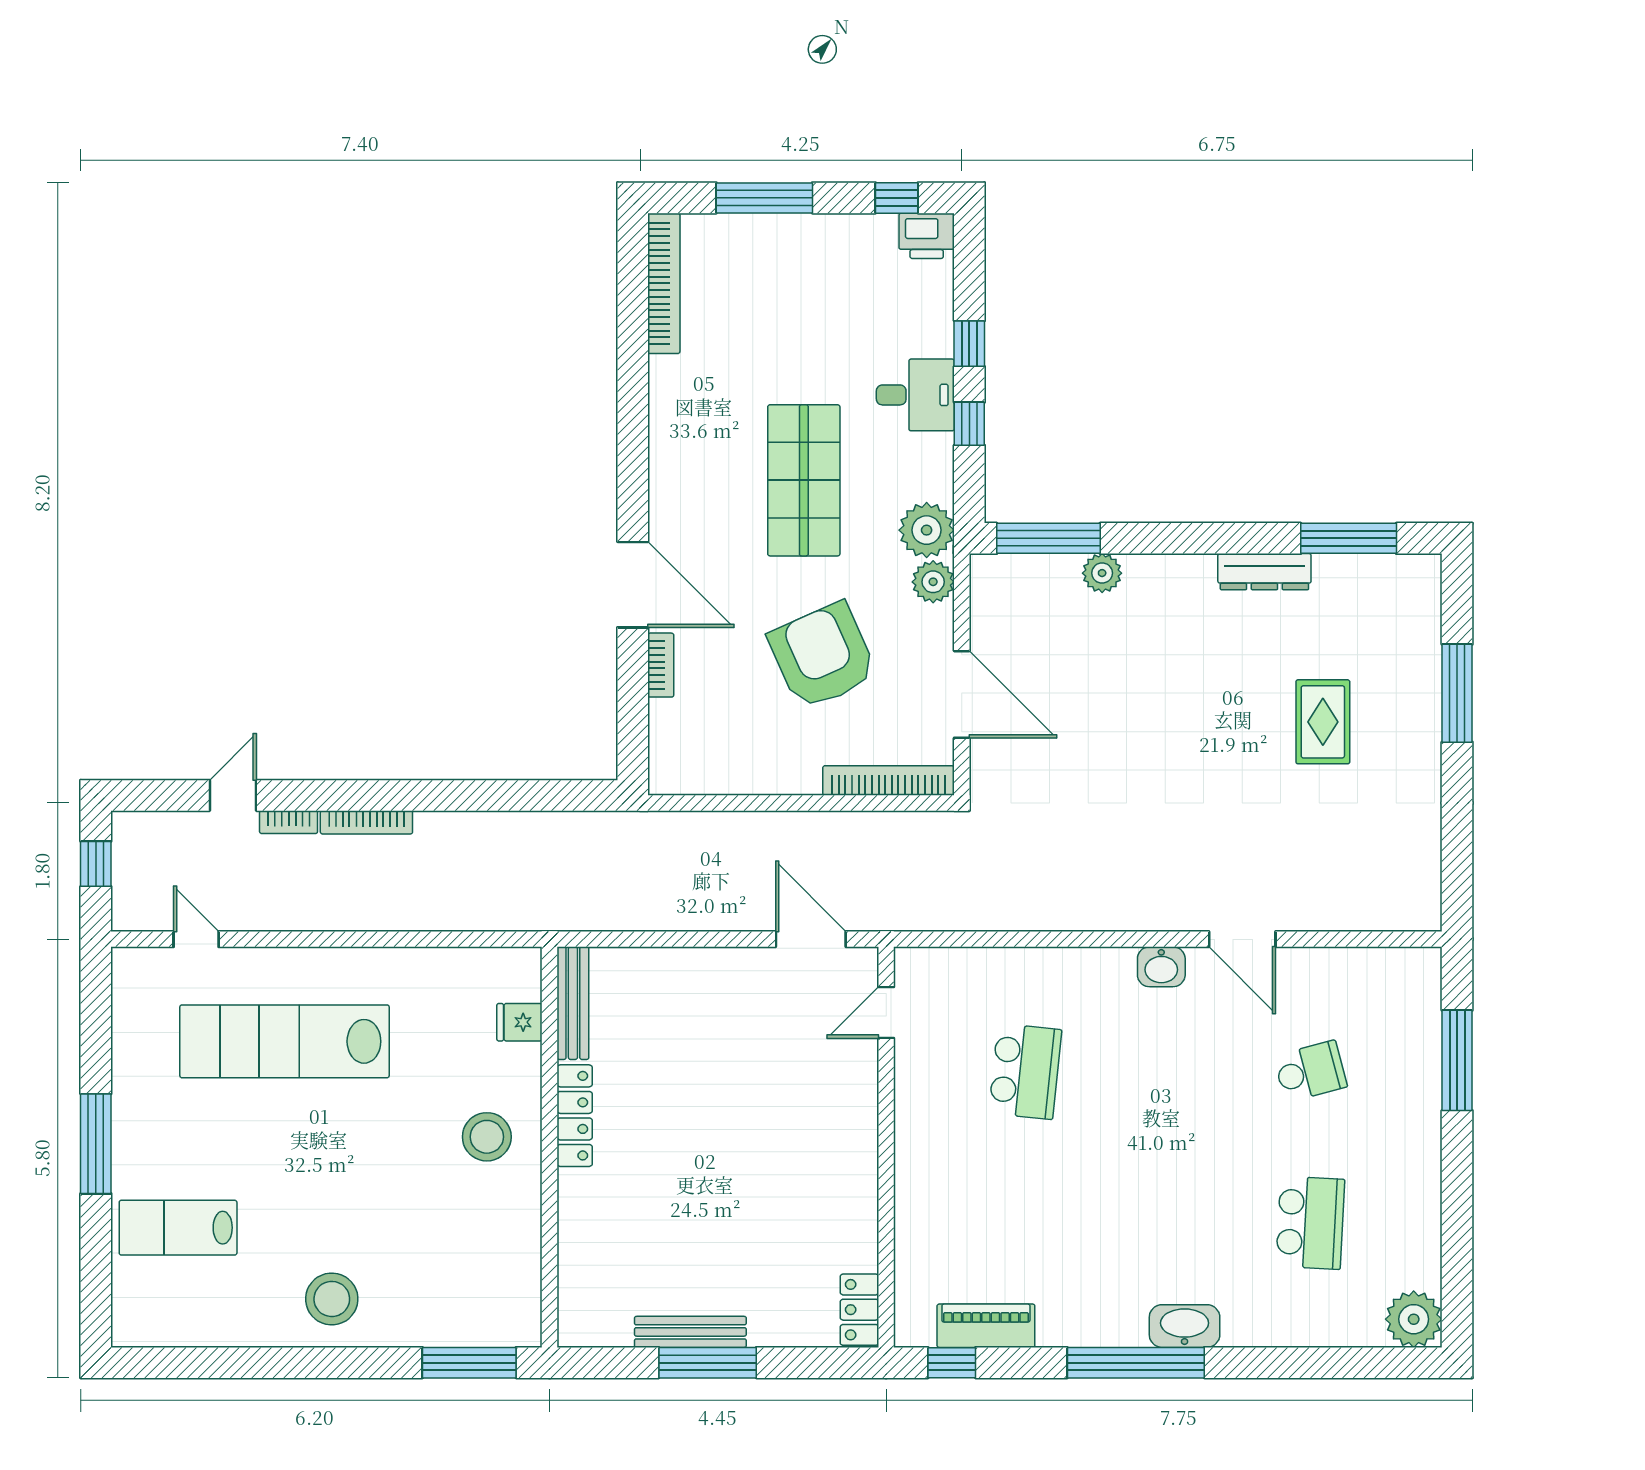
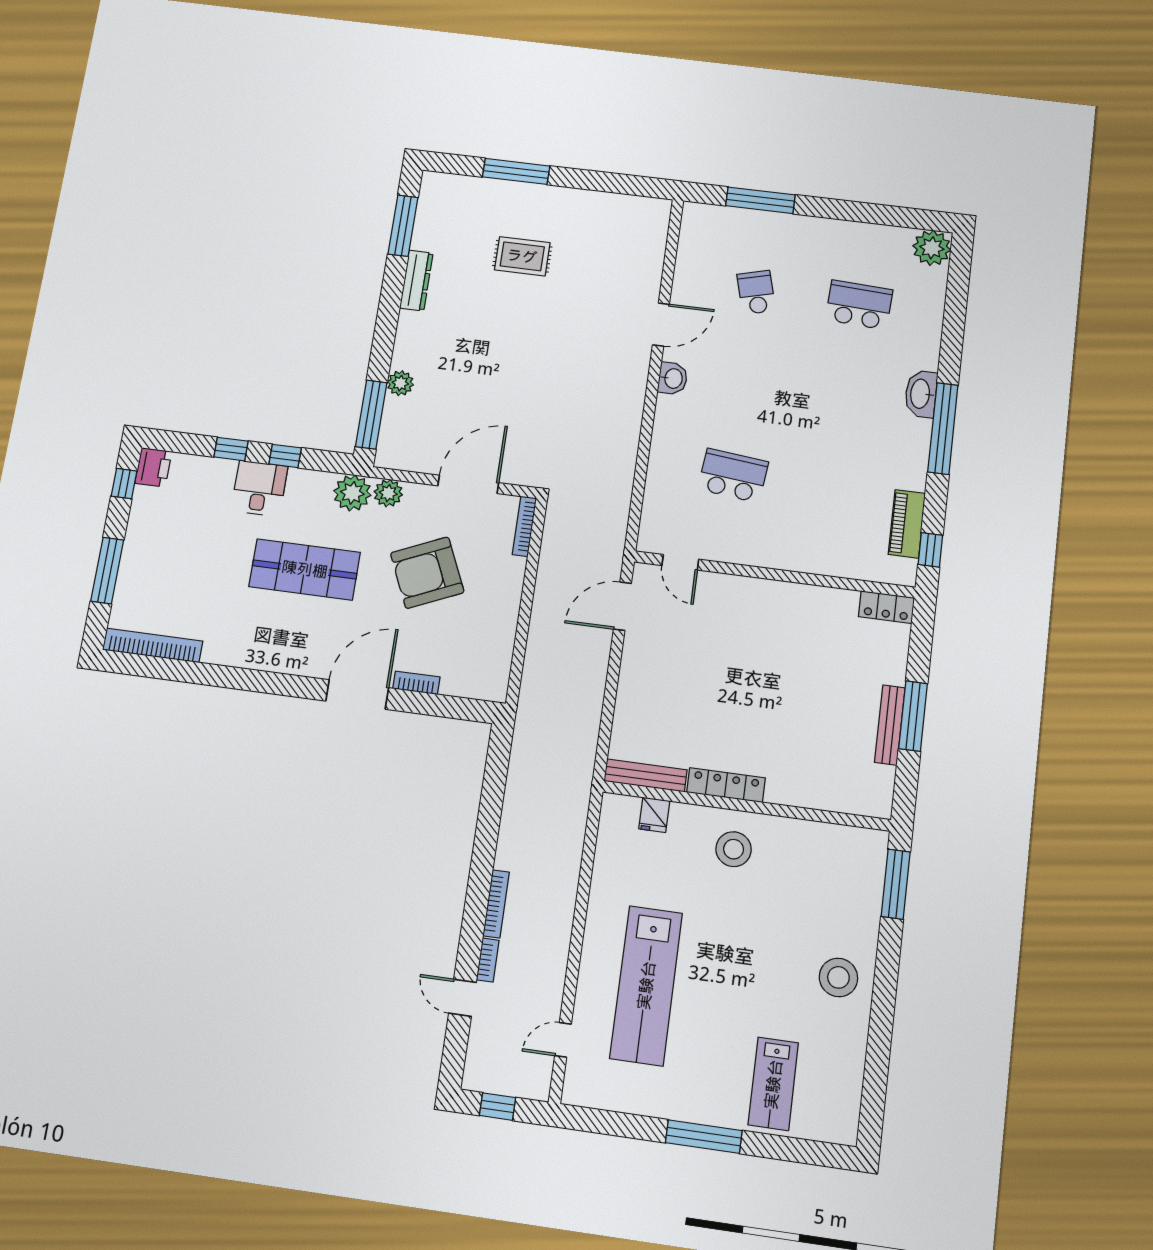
bookcase: (889, 781) -> (524, 526), width x0.68, depth x0.76

